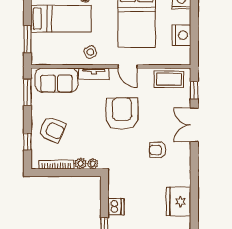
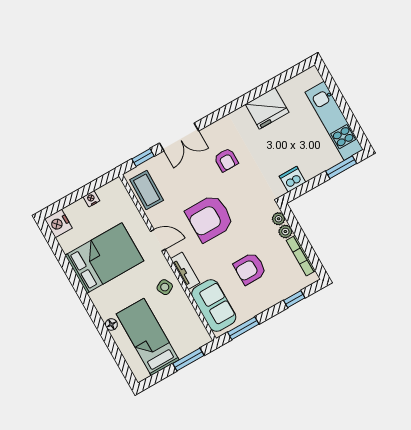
nightstand: (182, 35) -> (91, 199), width x0.53, depth x0.56
door: (127, 67) -> (158, 240), hinge flipped
armchair: (52, 130) -> (250, 269), moved, turned -113
dishwasher: (116, 207) -> (293, 179), moved

